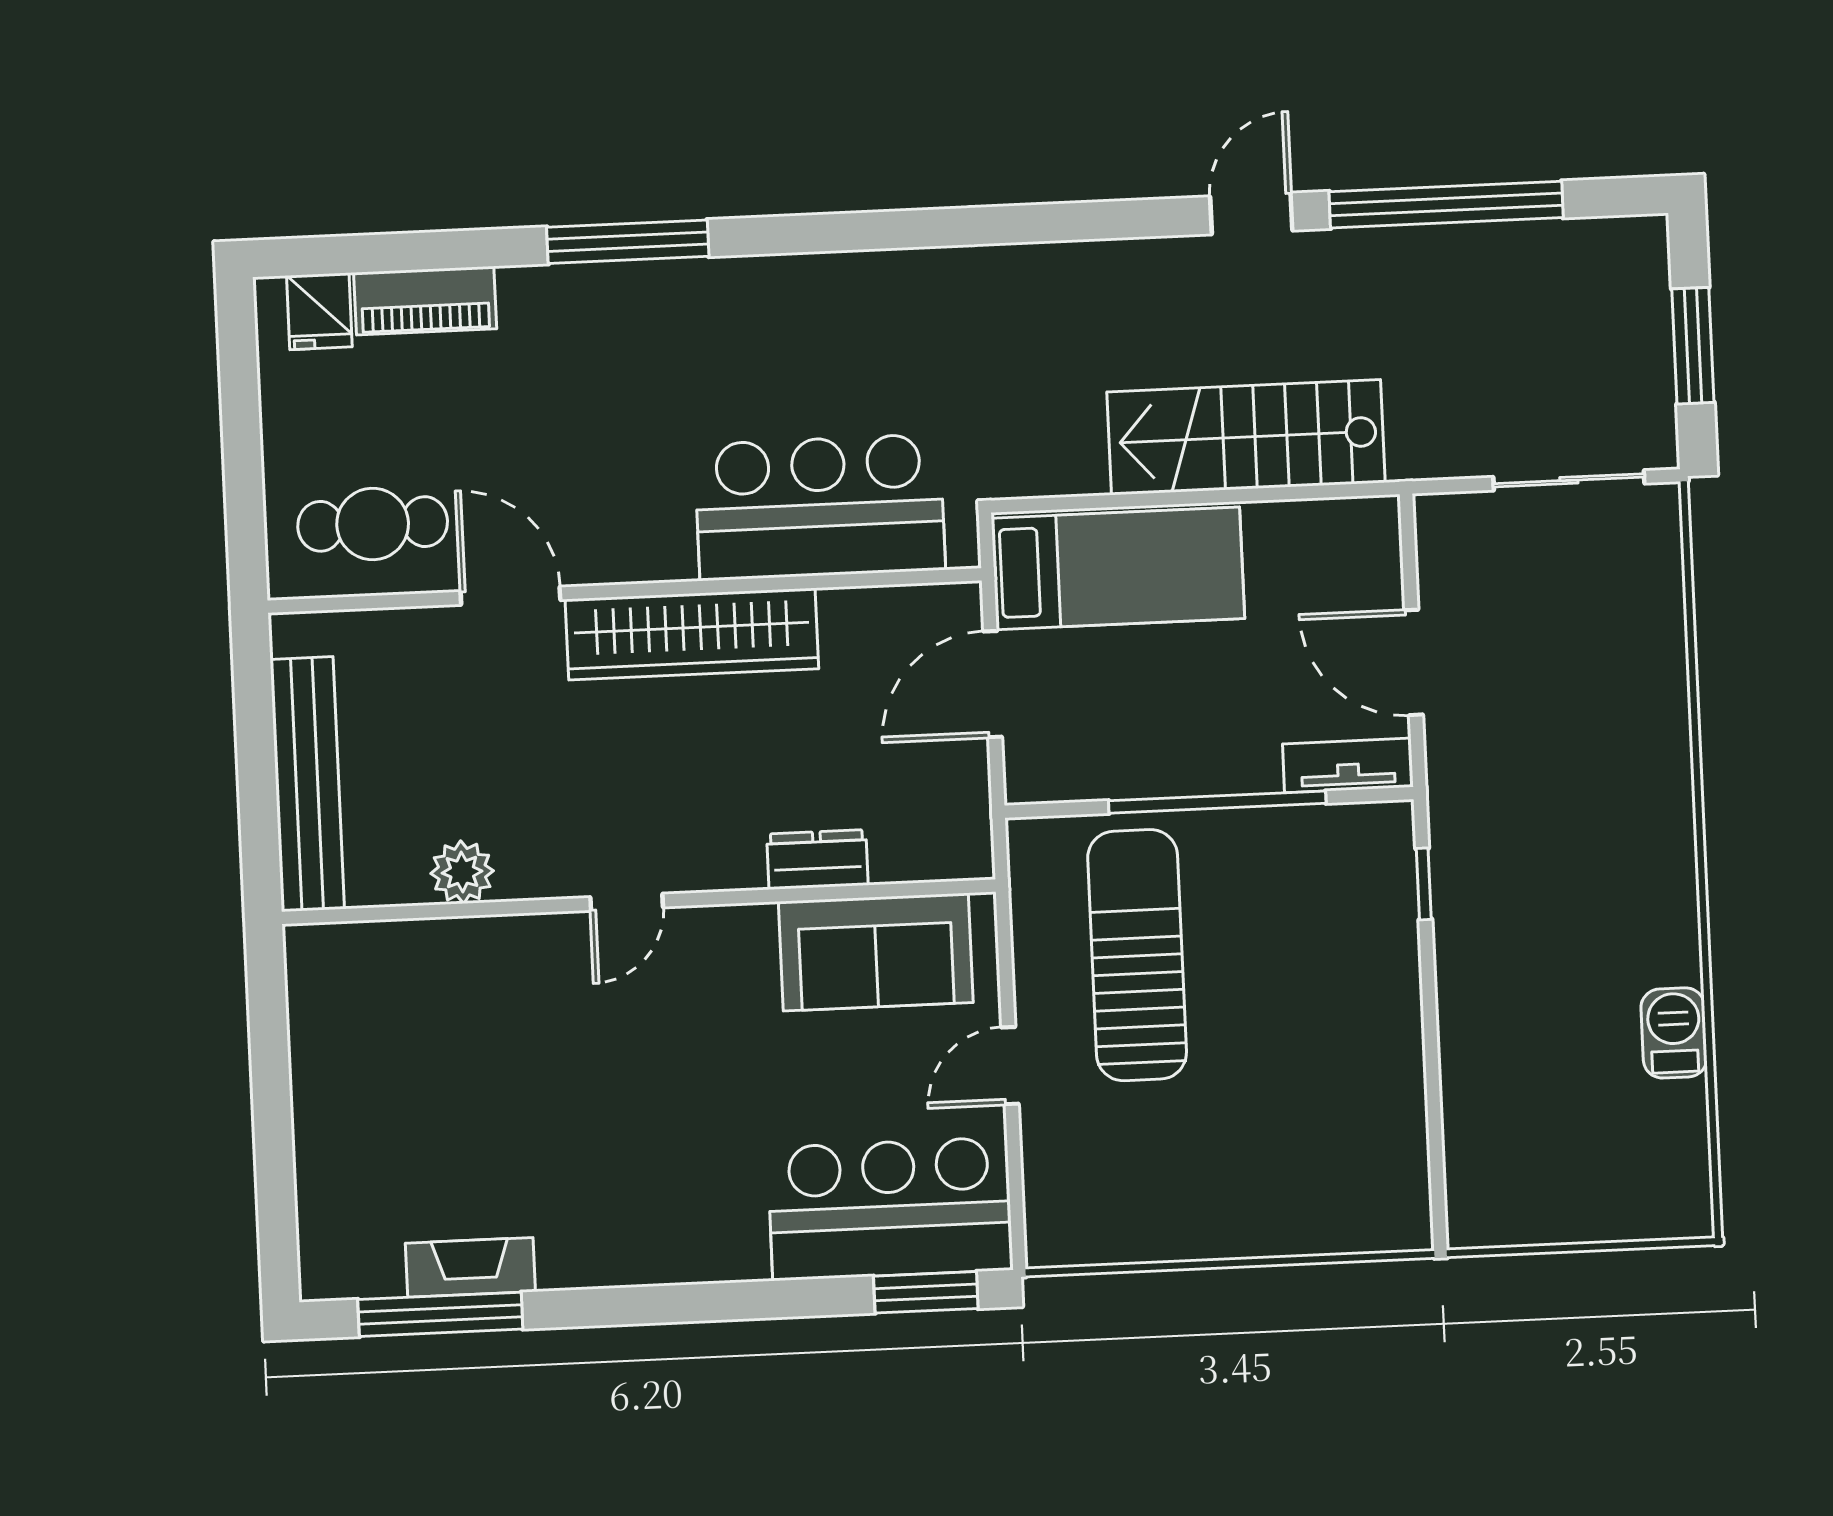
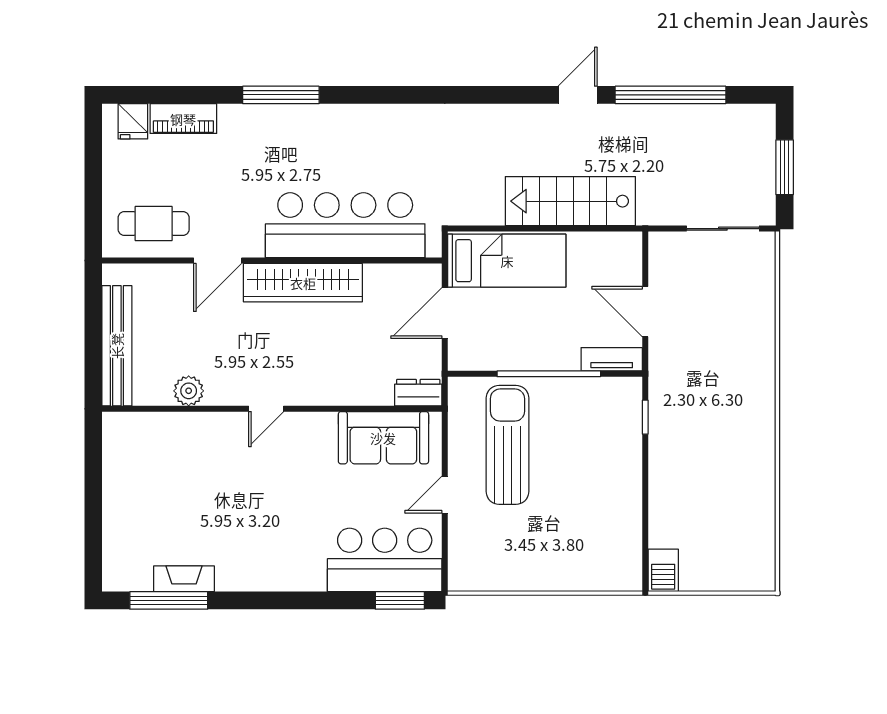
bar counter: (820, 507) -> (345, 225), width x1.36
door: (510, 596) -> (218, 261), swing flipped
dresser: (817, 860) -> (418, 393), moved
barbecue: (1674, 1033) -> (663, 570), moved, turned 180

